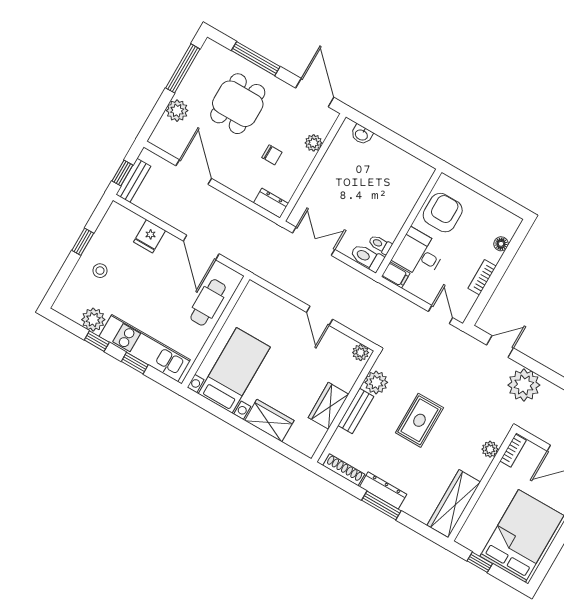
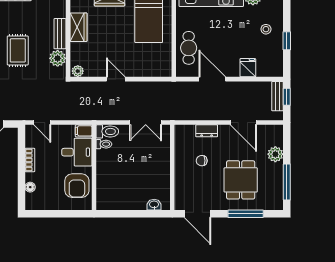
plant: (314, 143) -> (180, 183), removed
dresser: (271, 203) -> (207, 131), moved

